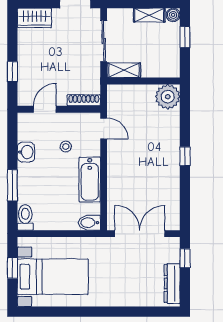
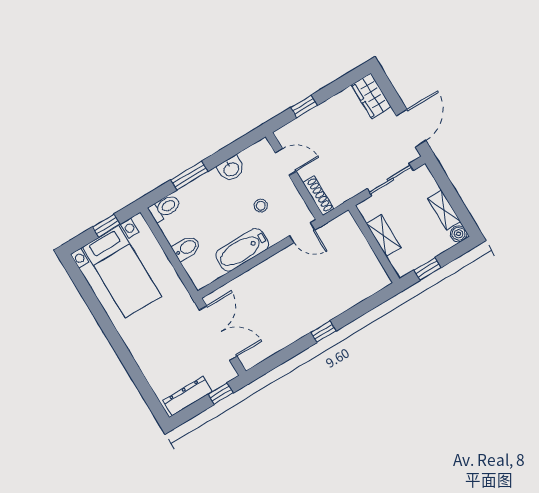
window: (185, 37) -> (427, 269), moved
shelving: (124, 70) -> (384, 236), moved
plant: (168, 97) -> (373, 278), removed
door: (104, 128) -> (302, 233), hinge flipped
bidet: (89, 223) -> (186, 248), moved, turned 90

